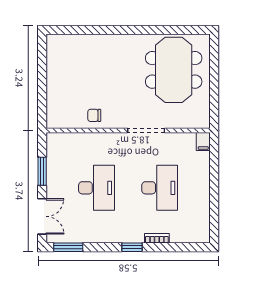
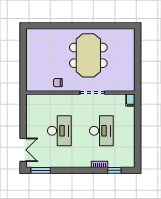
meeting table: (174, 70) -> (88, 55), moved
window: (42, 171) -> (23, 120), removed
window: (132, 247) -> (114, 170), moved

